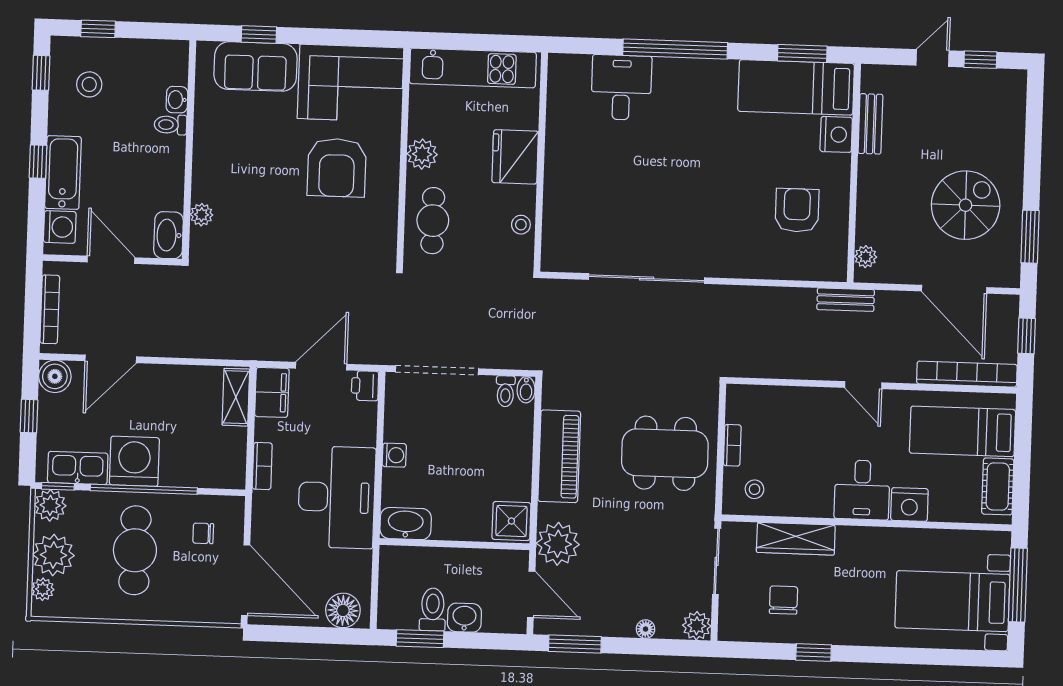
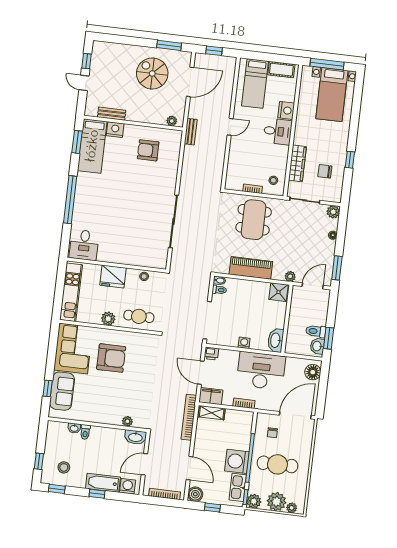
desk: (621, 87) -> (84, 245), moved, turned -90
bookcase: (967, 374) -> (189, 417), moved
plant: (558, 544) -> (290, 276), width x0.53, depth x0.53
washbasin: (464, 618) -> (317, 346), moved

